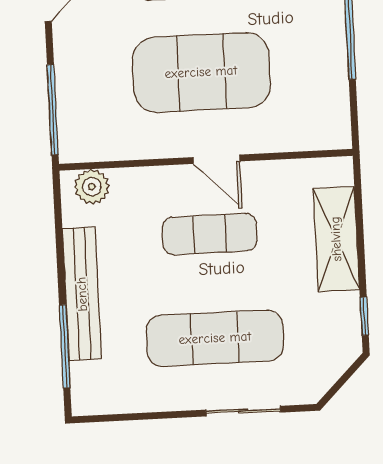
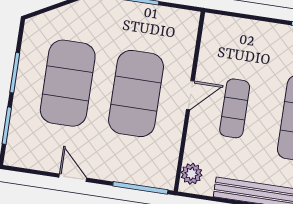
shelving: (336, 239) -> (253, 32), removed

